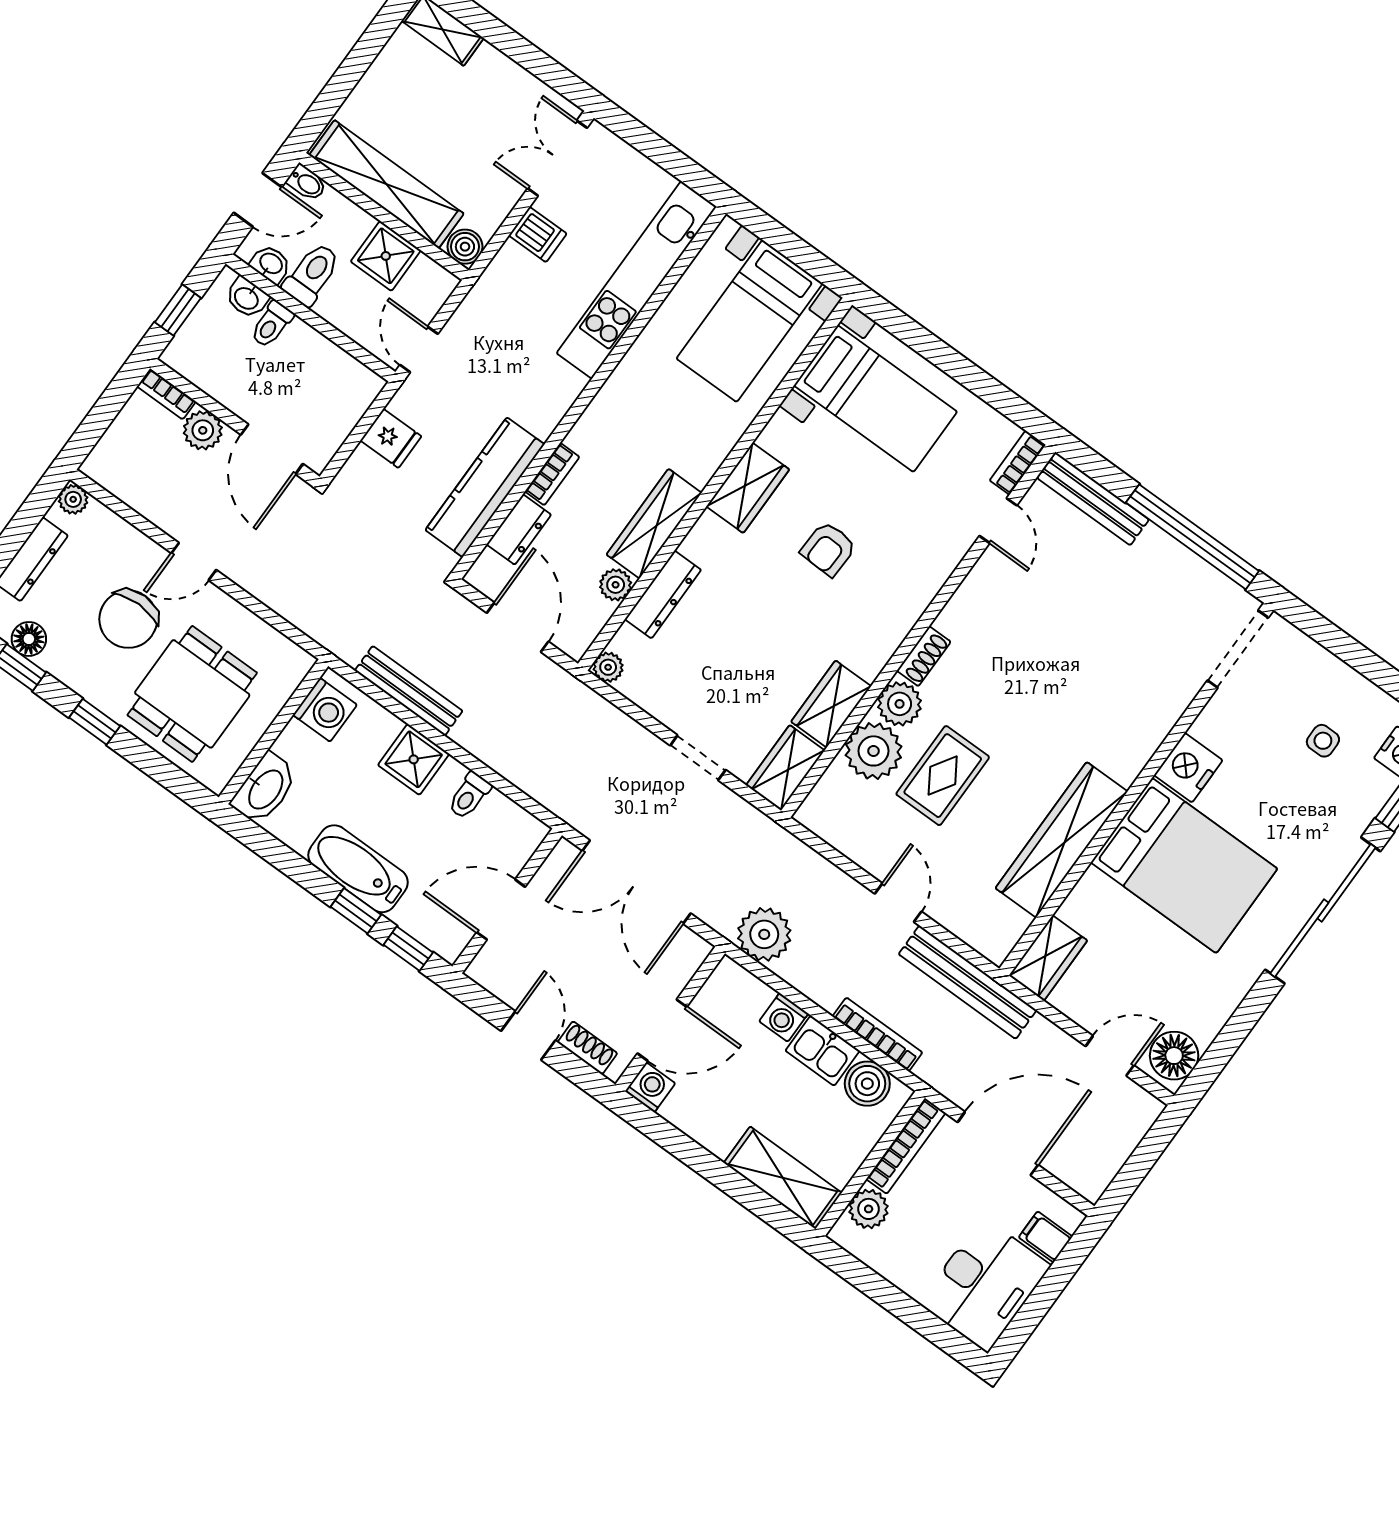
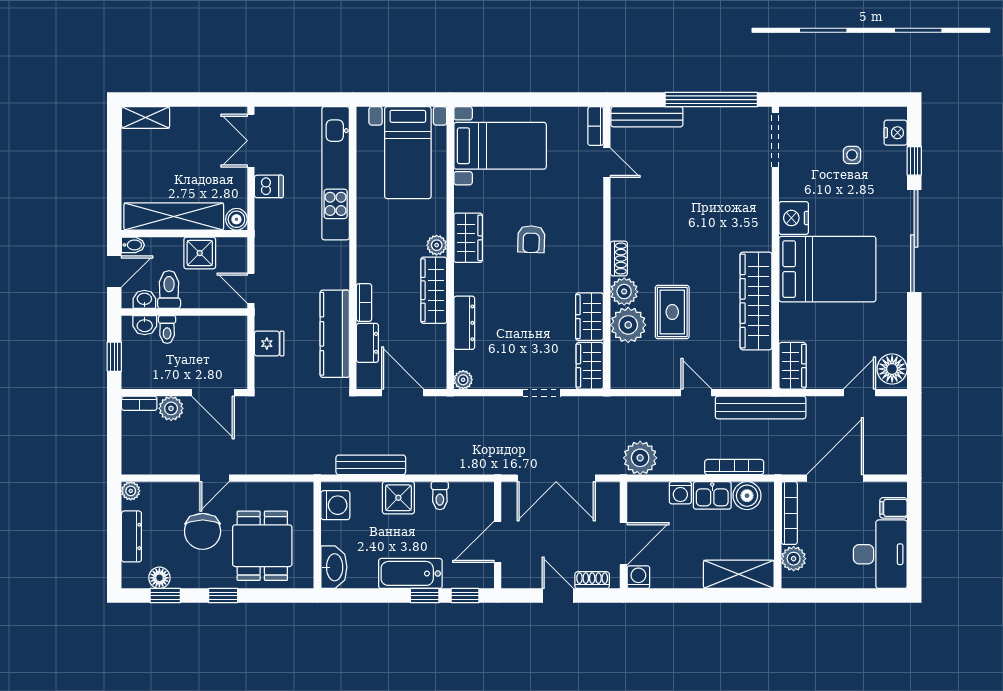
plant: (616, 585) -> (437, 245), moved

